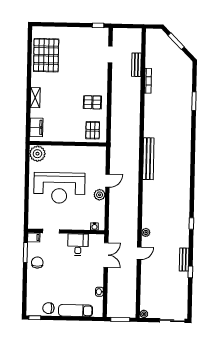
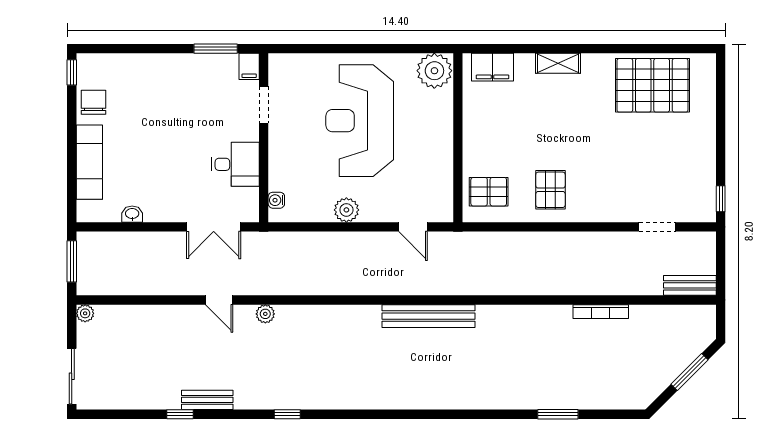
bench: (136, 65) -> (690, 285), moved
door: (108, 181) -> (413, 227), moved
chair: (37, 262) -> (194, 75), removed

